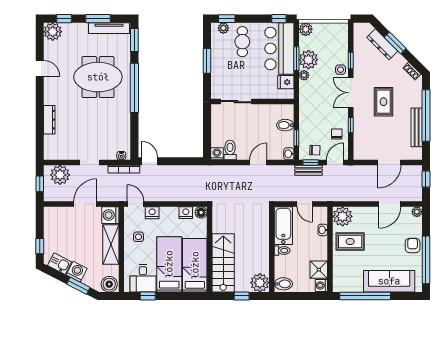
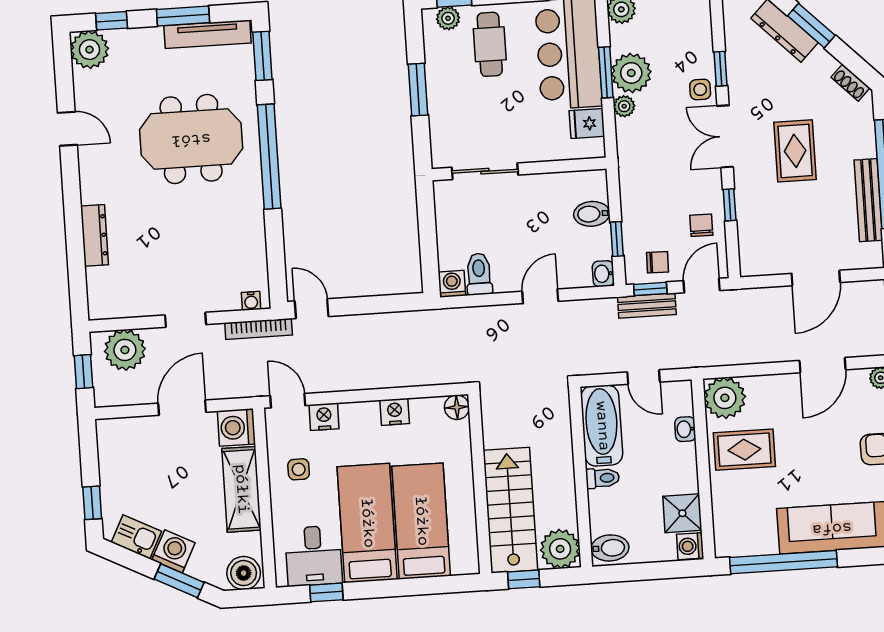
floor lamp: (201, 212) -> (457, 407), moved
wall: (210, 249) -> (480, 484), moved
stairs: (223, 263) -> (510, 510), moved

